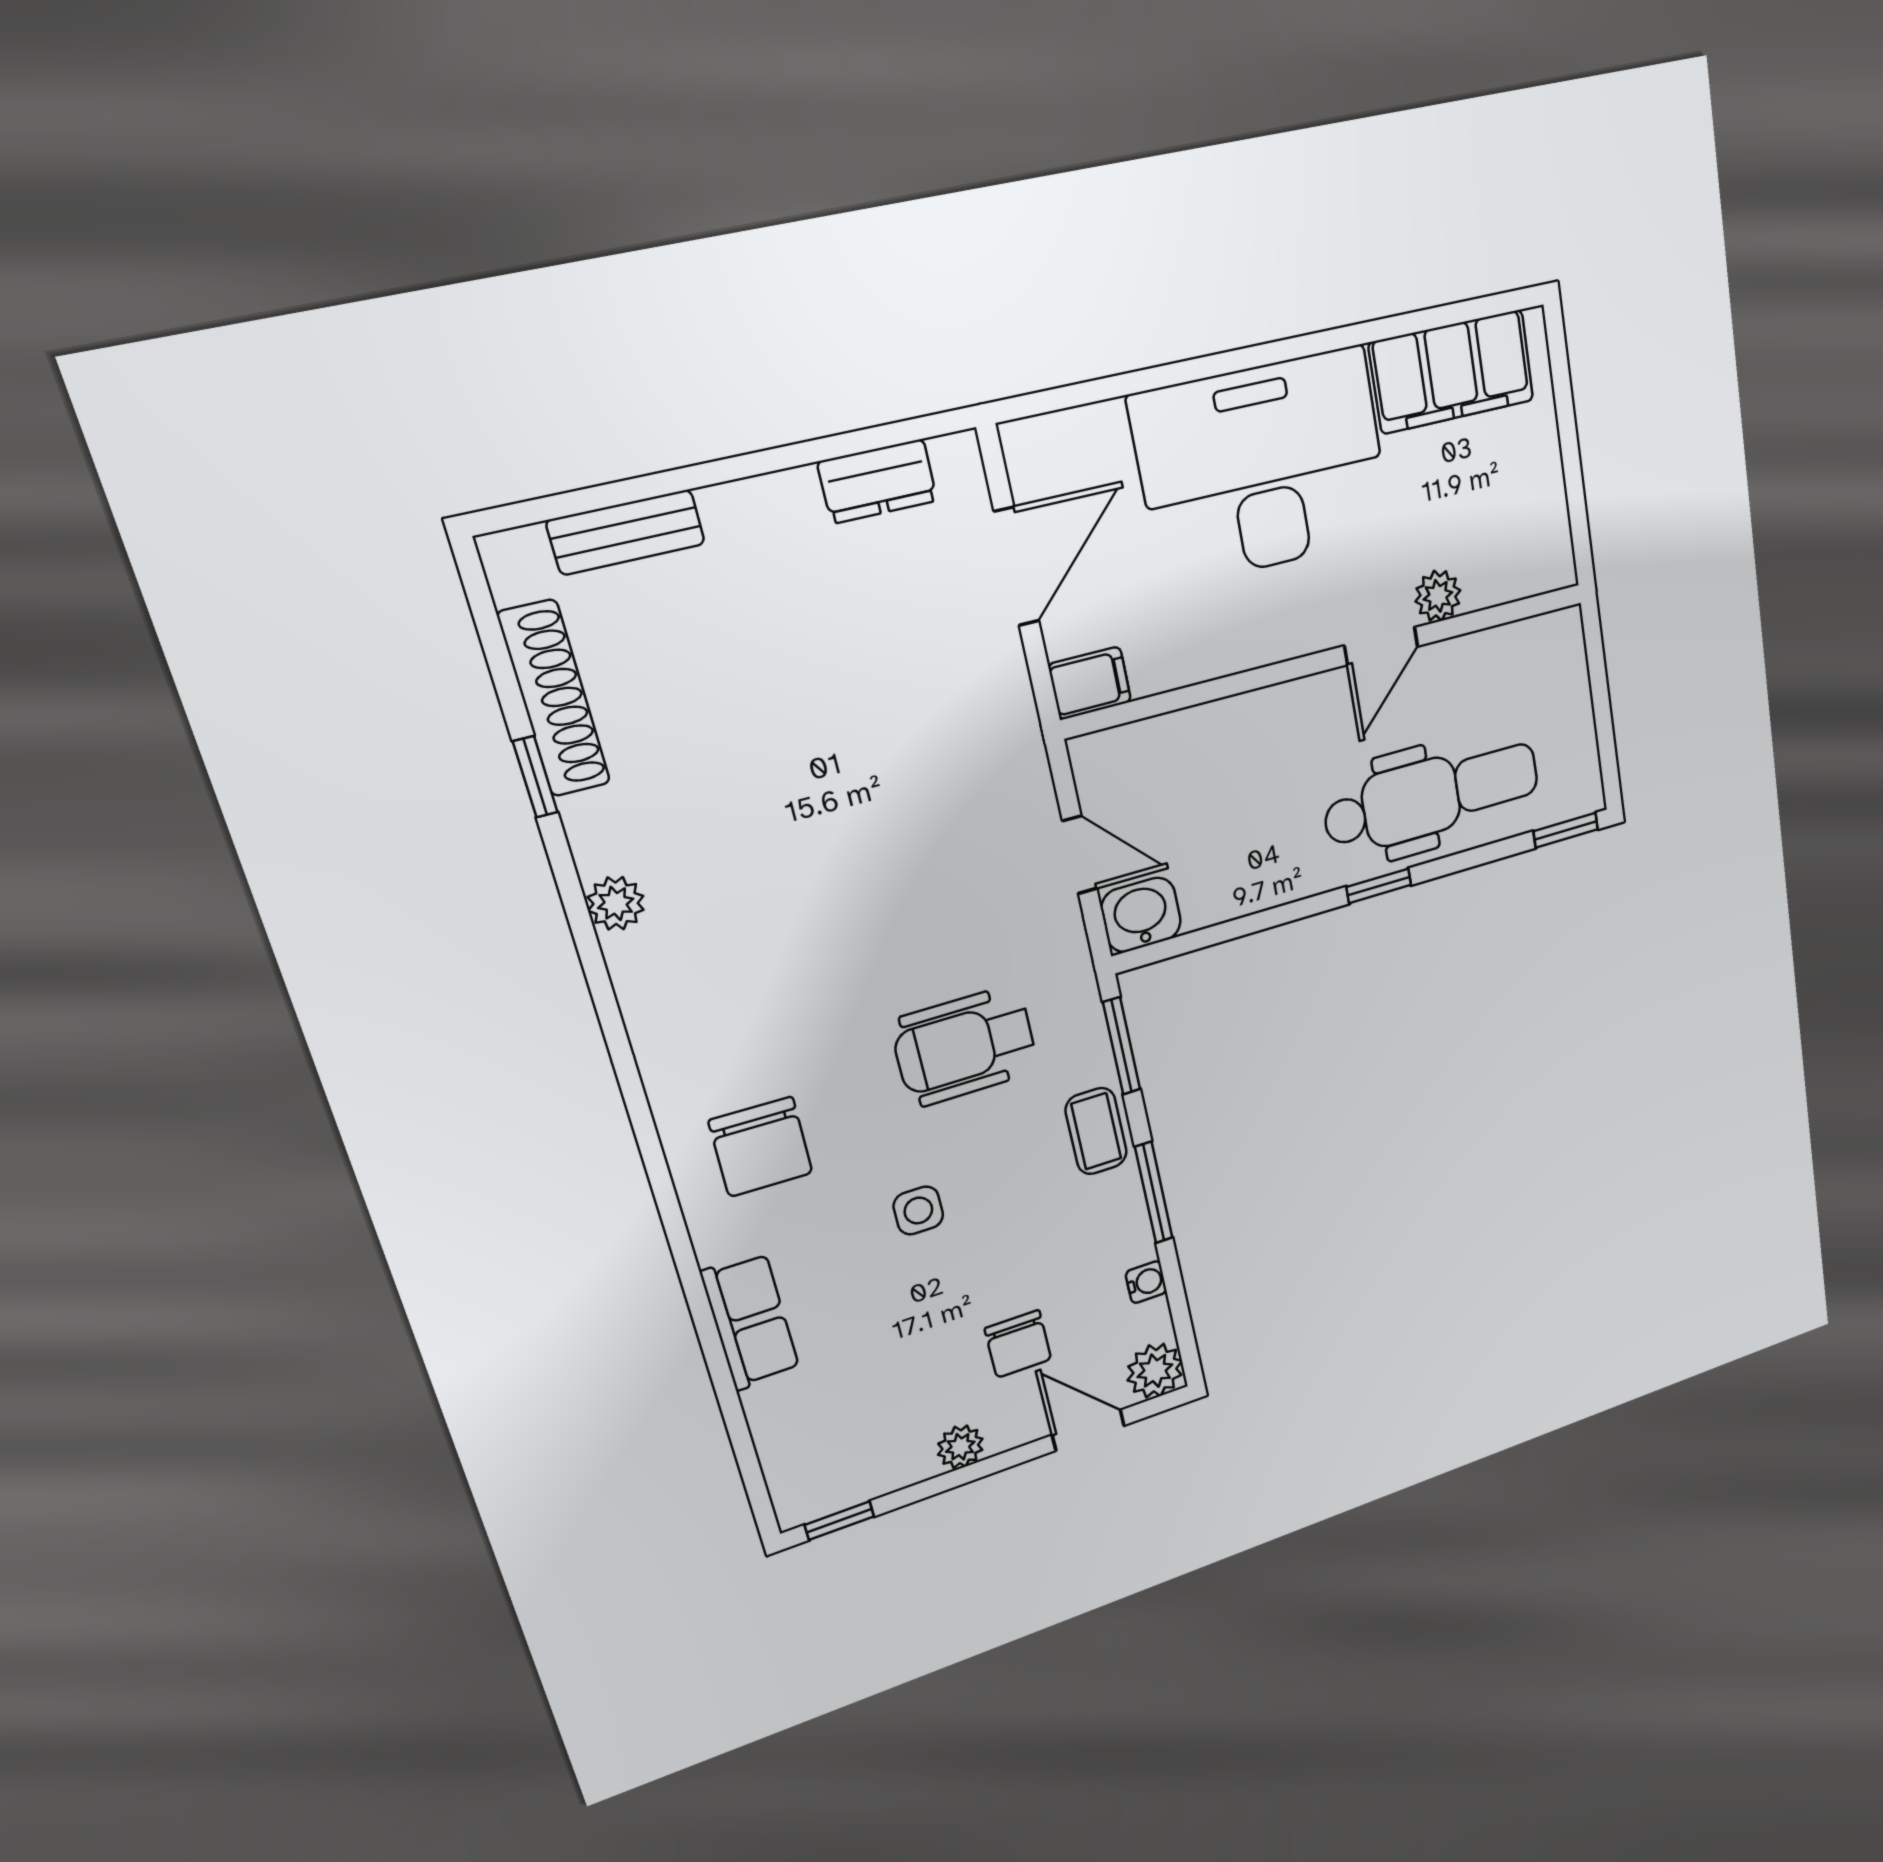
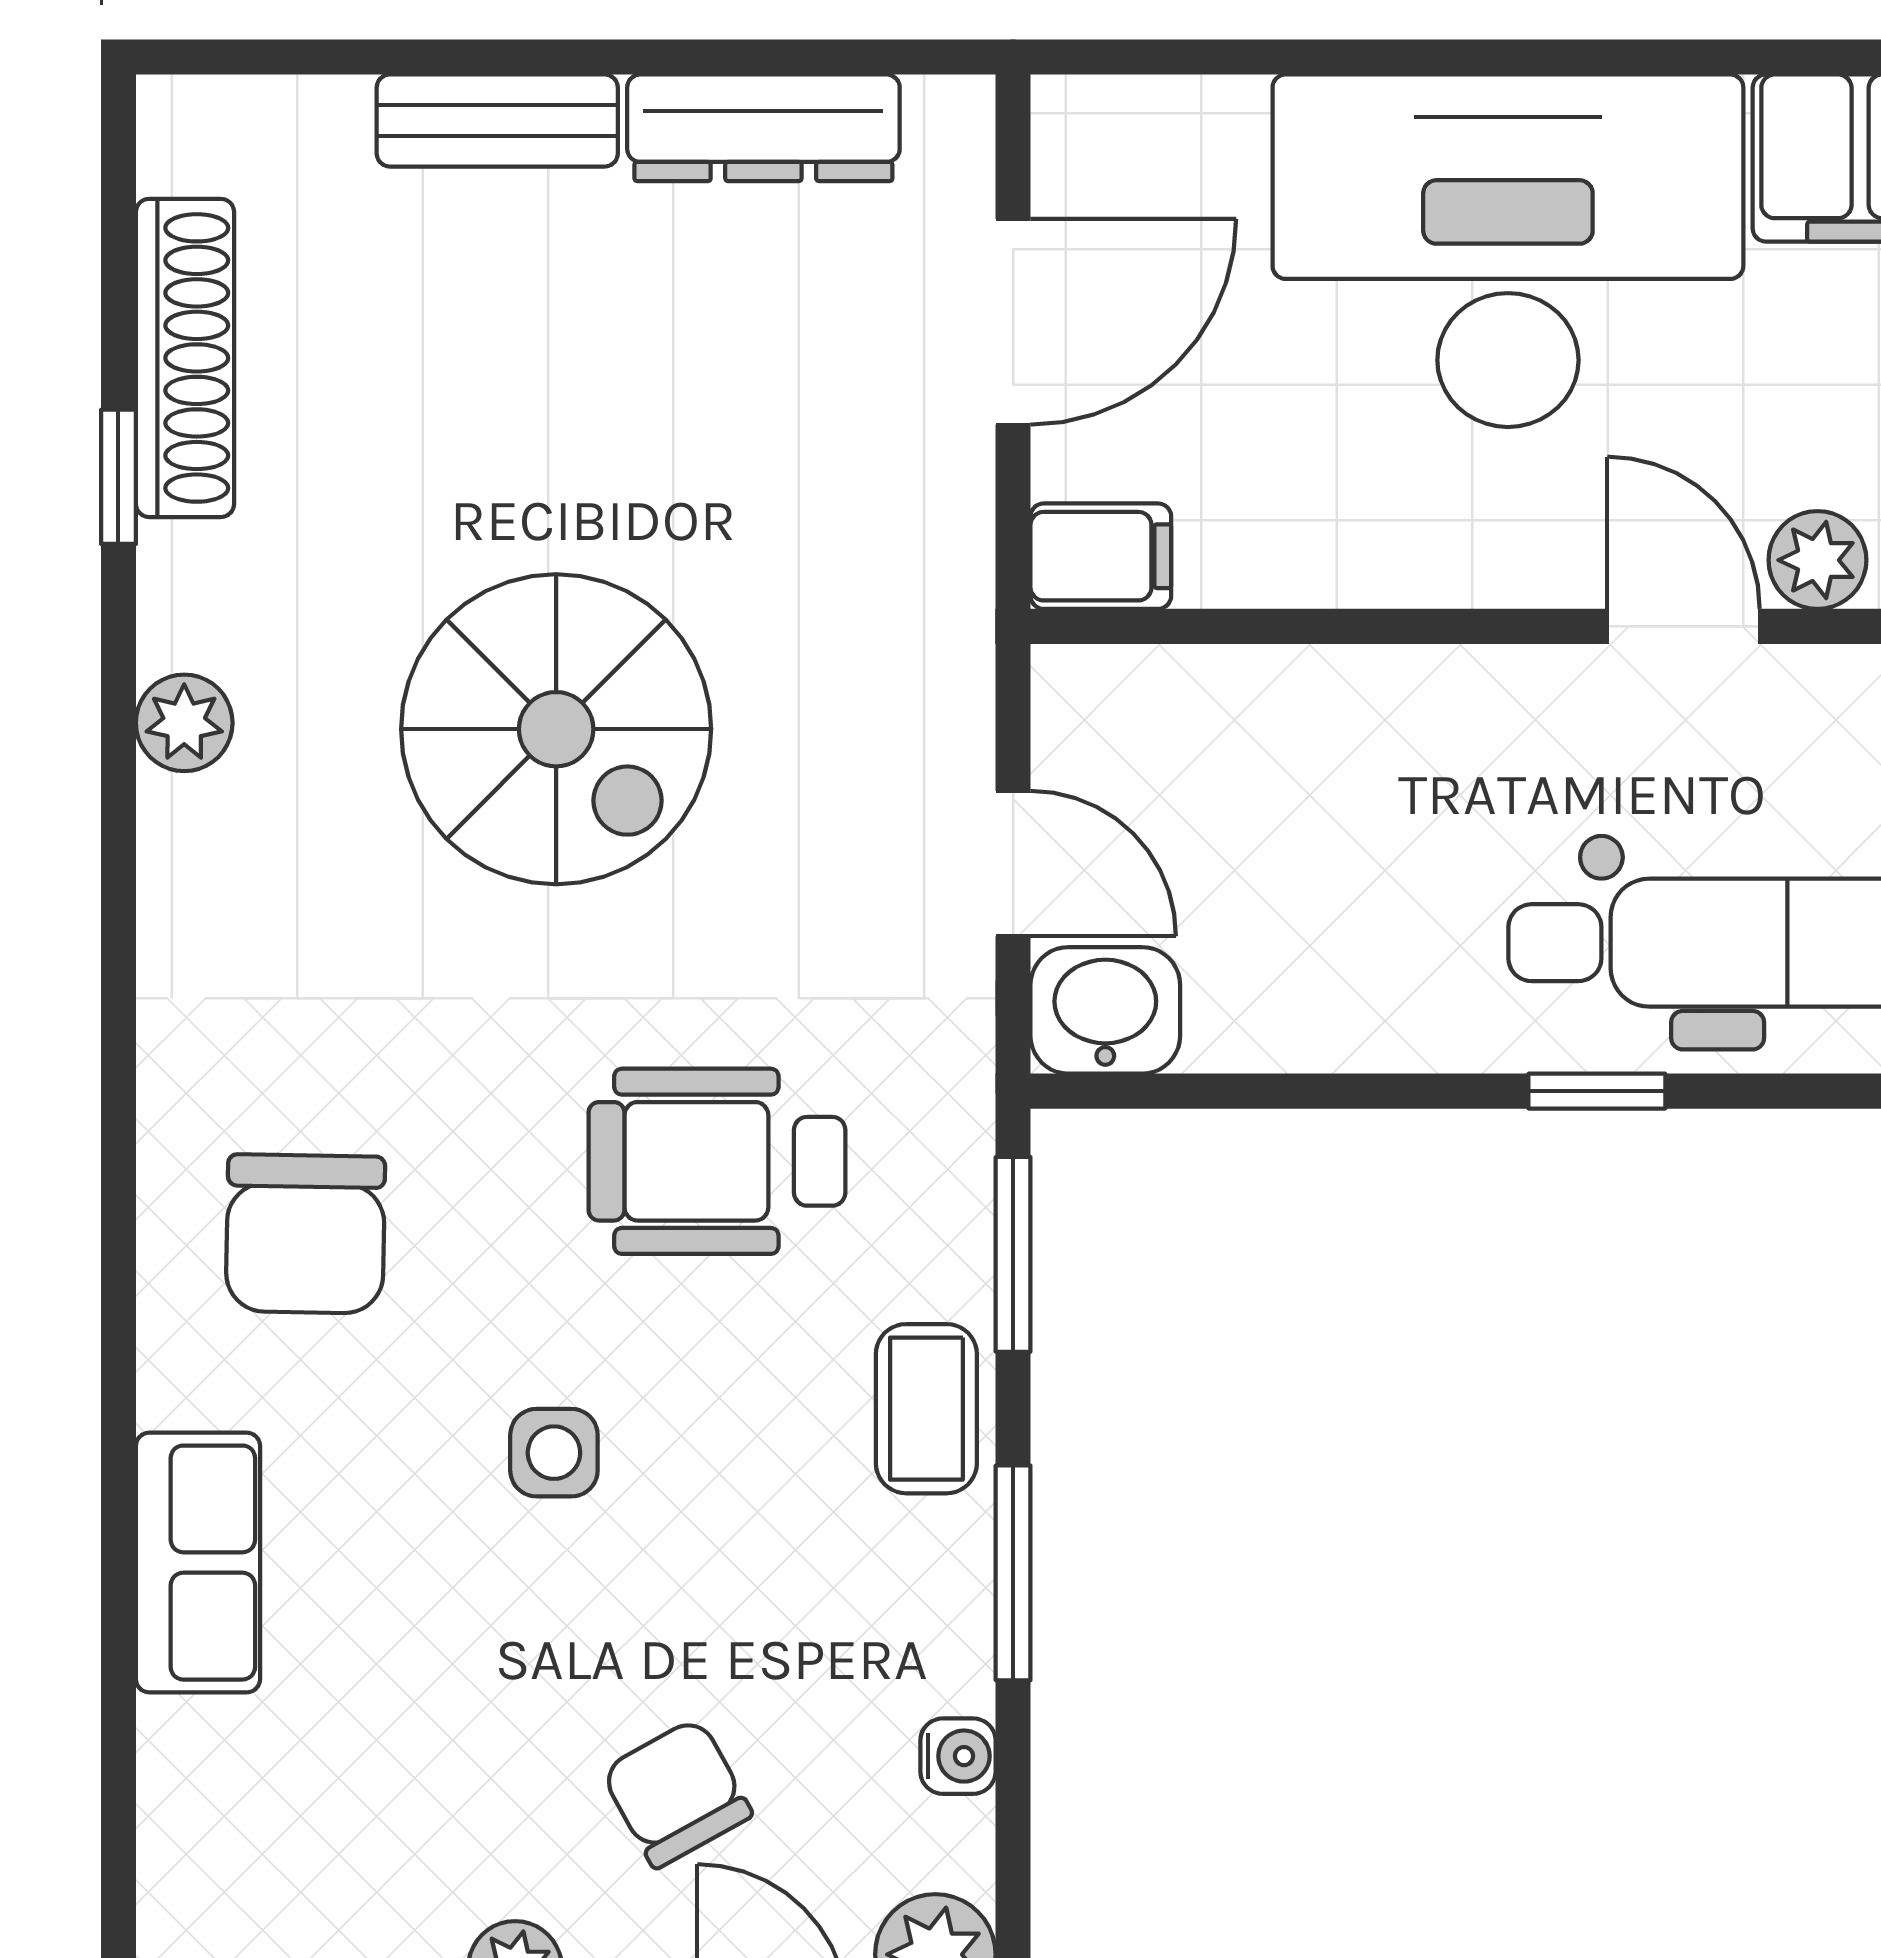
dresser: (878, 481) -> (763, 128), width x1.44
bench: (626, 532) -> (497, 120), moved
door: (1381, 646) -> (1684, 626), swing flipped
spiral stairs: (825, 851) -> (556, 729), added
chair: (1018, 1344) -> (677, 1793), turned 151

